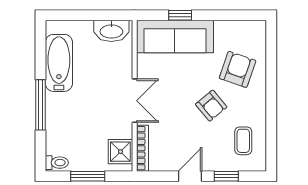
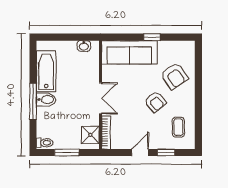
window: (180, 15) -> (152, 37), moved
washbasin: (111, 31) -> (84, 46), width x0.52, depth x0.69
armchair: (238, 69) -> (174, 76), turned 126
bidet: (59, 102) -> (46, 100), added

